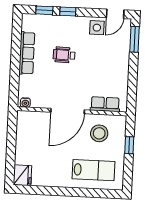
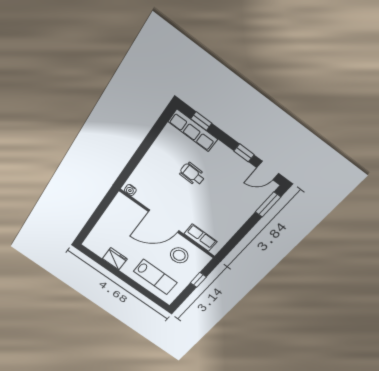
window: (68, 11) -> (244, 153), moved
side table: (97, 28) -> (241, 171), removed
row of seats: (27, 53) -> (193, 130), moved, turned 90
fridge: (22, 175) -> (115, 259), moved, turned -90

